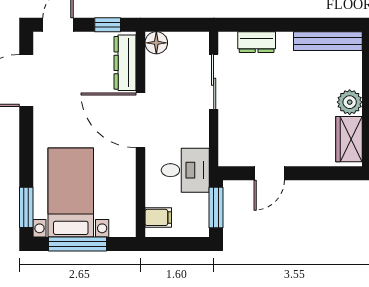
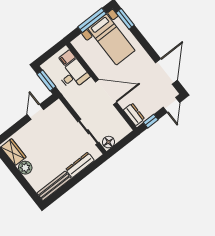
dresser: (257, 42) -> (80, 165), width x1.44
floor lamp: (156, 43) -> (109, 142), moved
dresser: (125, 63) -> (134, 114), width x0.70
desk: (185, 170) -> (74, 75), moved, turned 180

